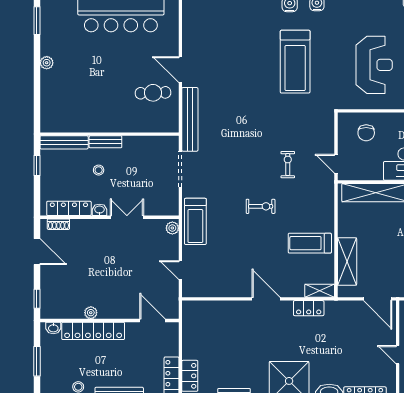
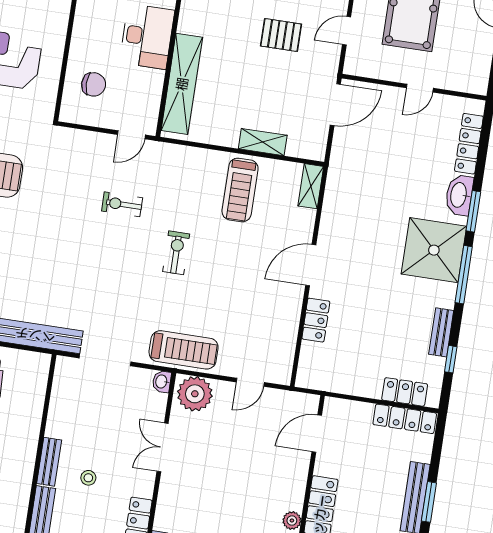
washbasin: (99, 210) -> (162, 382), moved
plant: (172, 228) -> (195, 394), width x1.87, depth x1.87
shelving: (347, 261) -> (263, 142), width x0.67, depth x0.75
locker: (309, 308) -> (316, 320), moved

